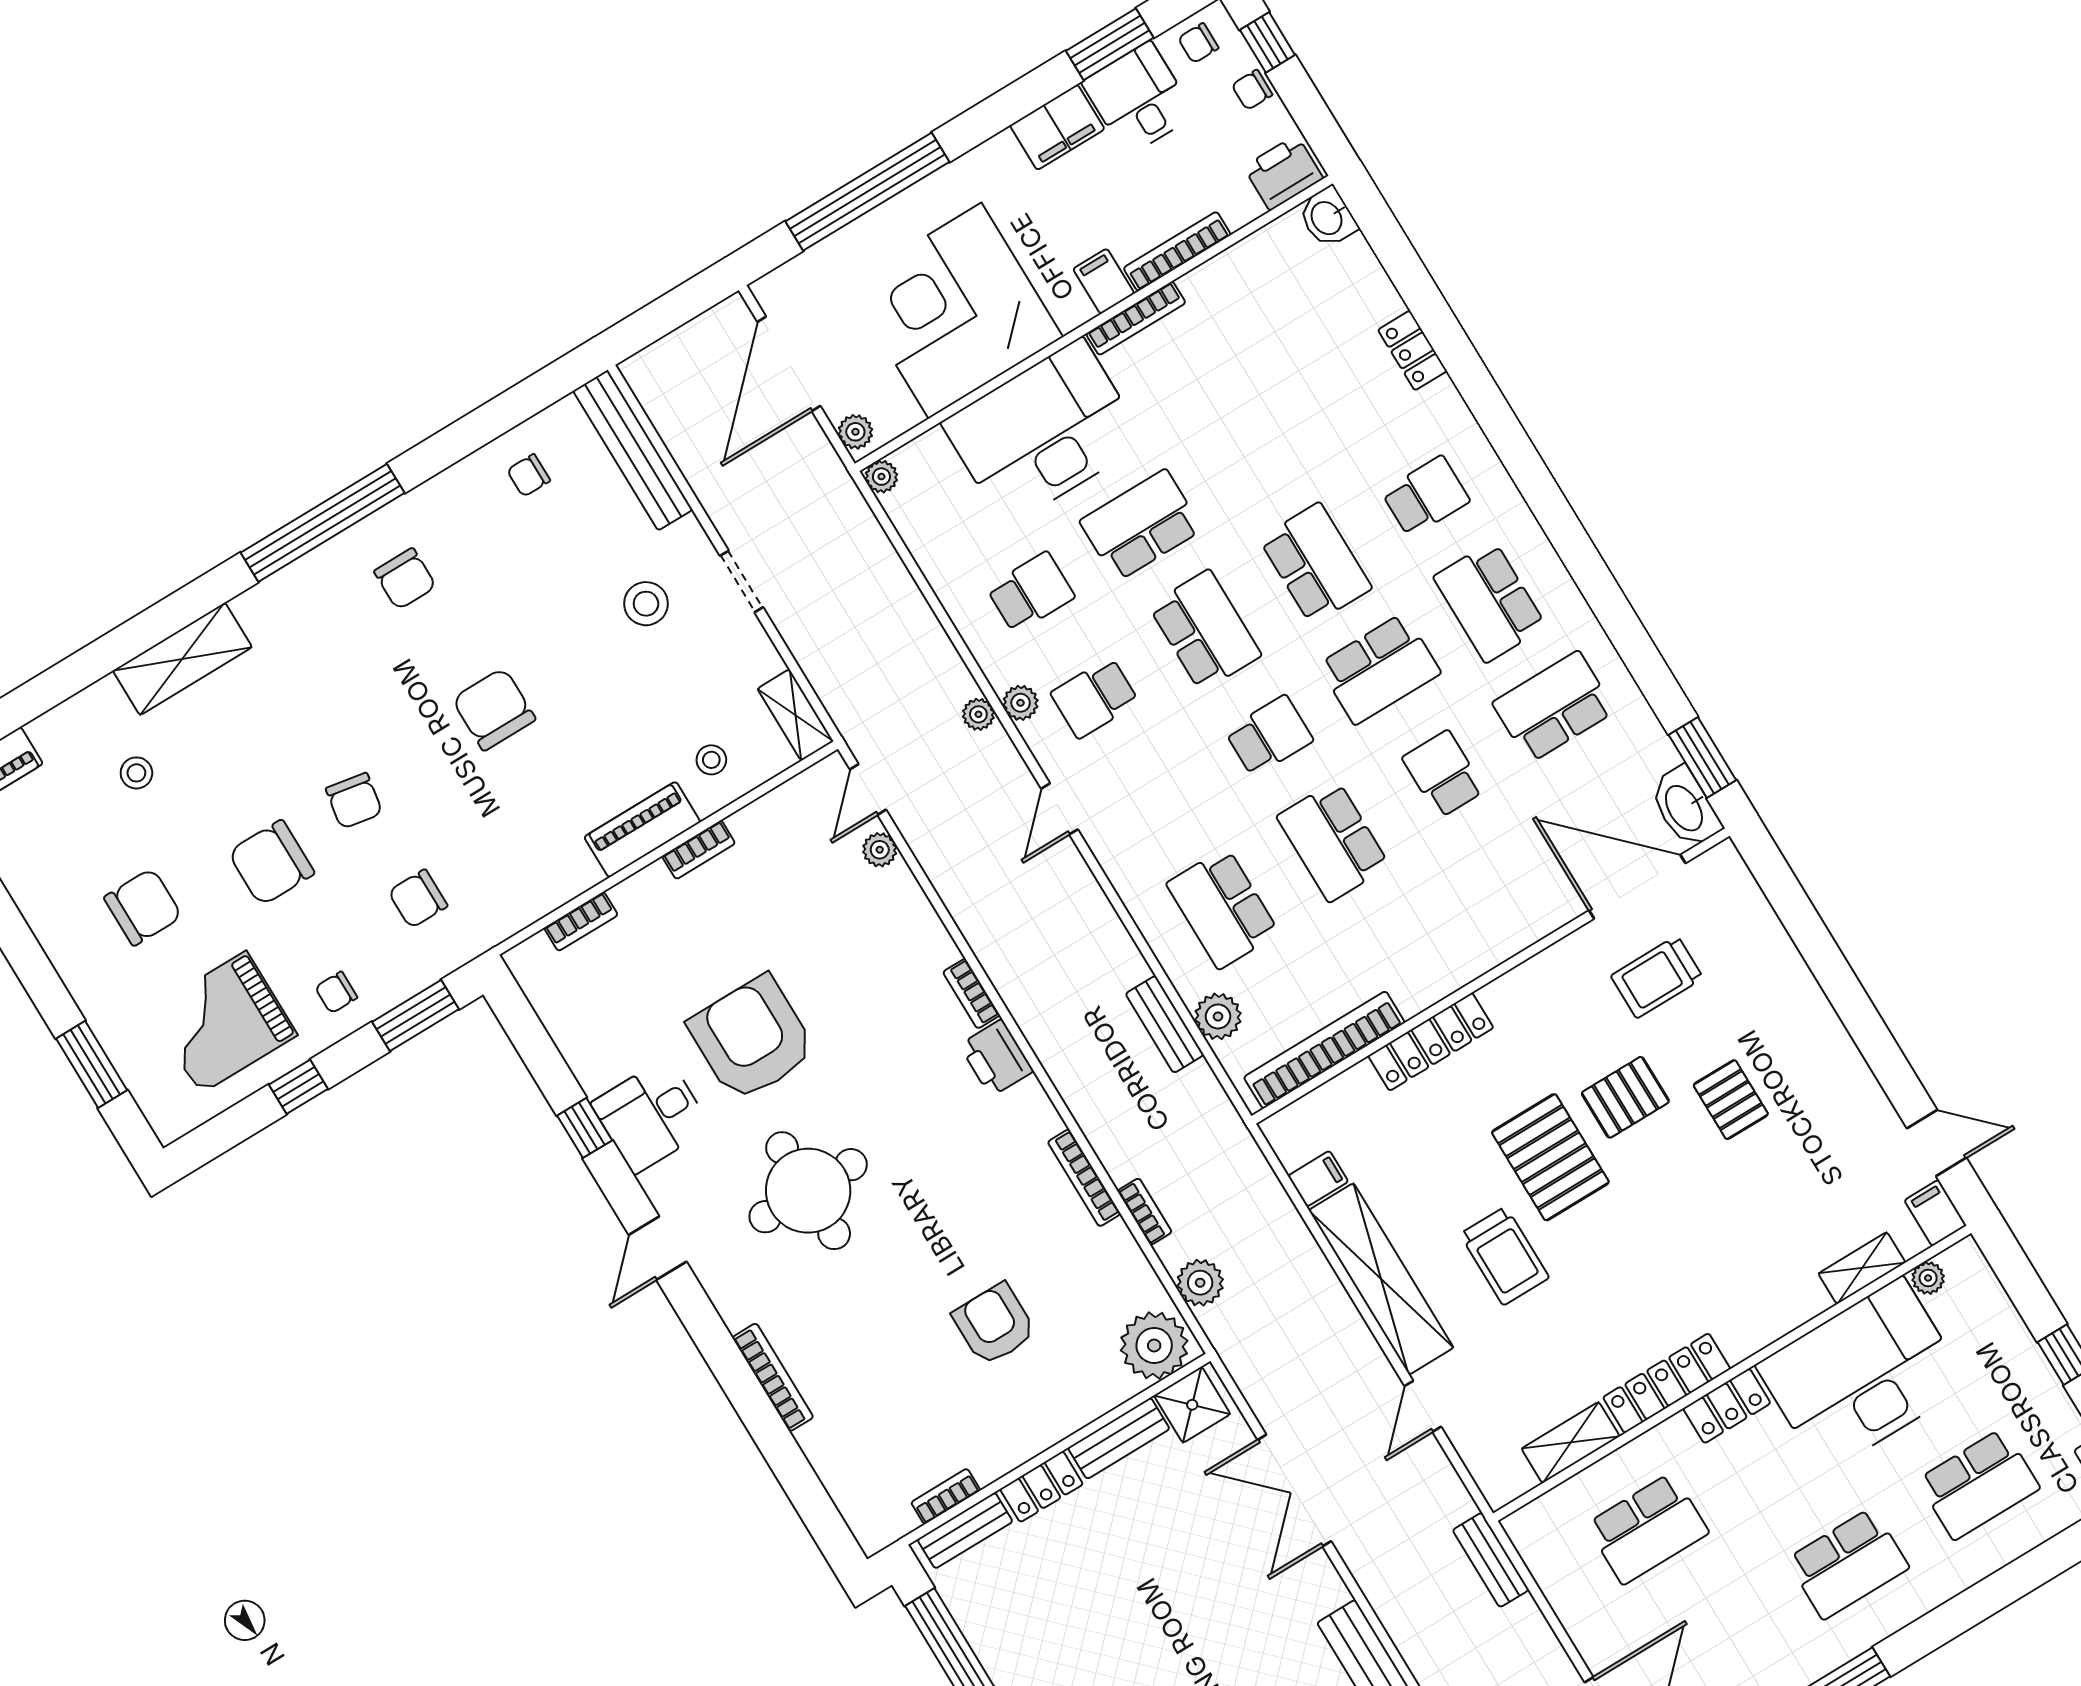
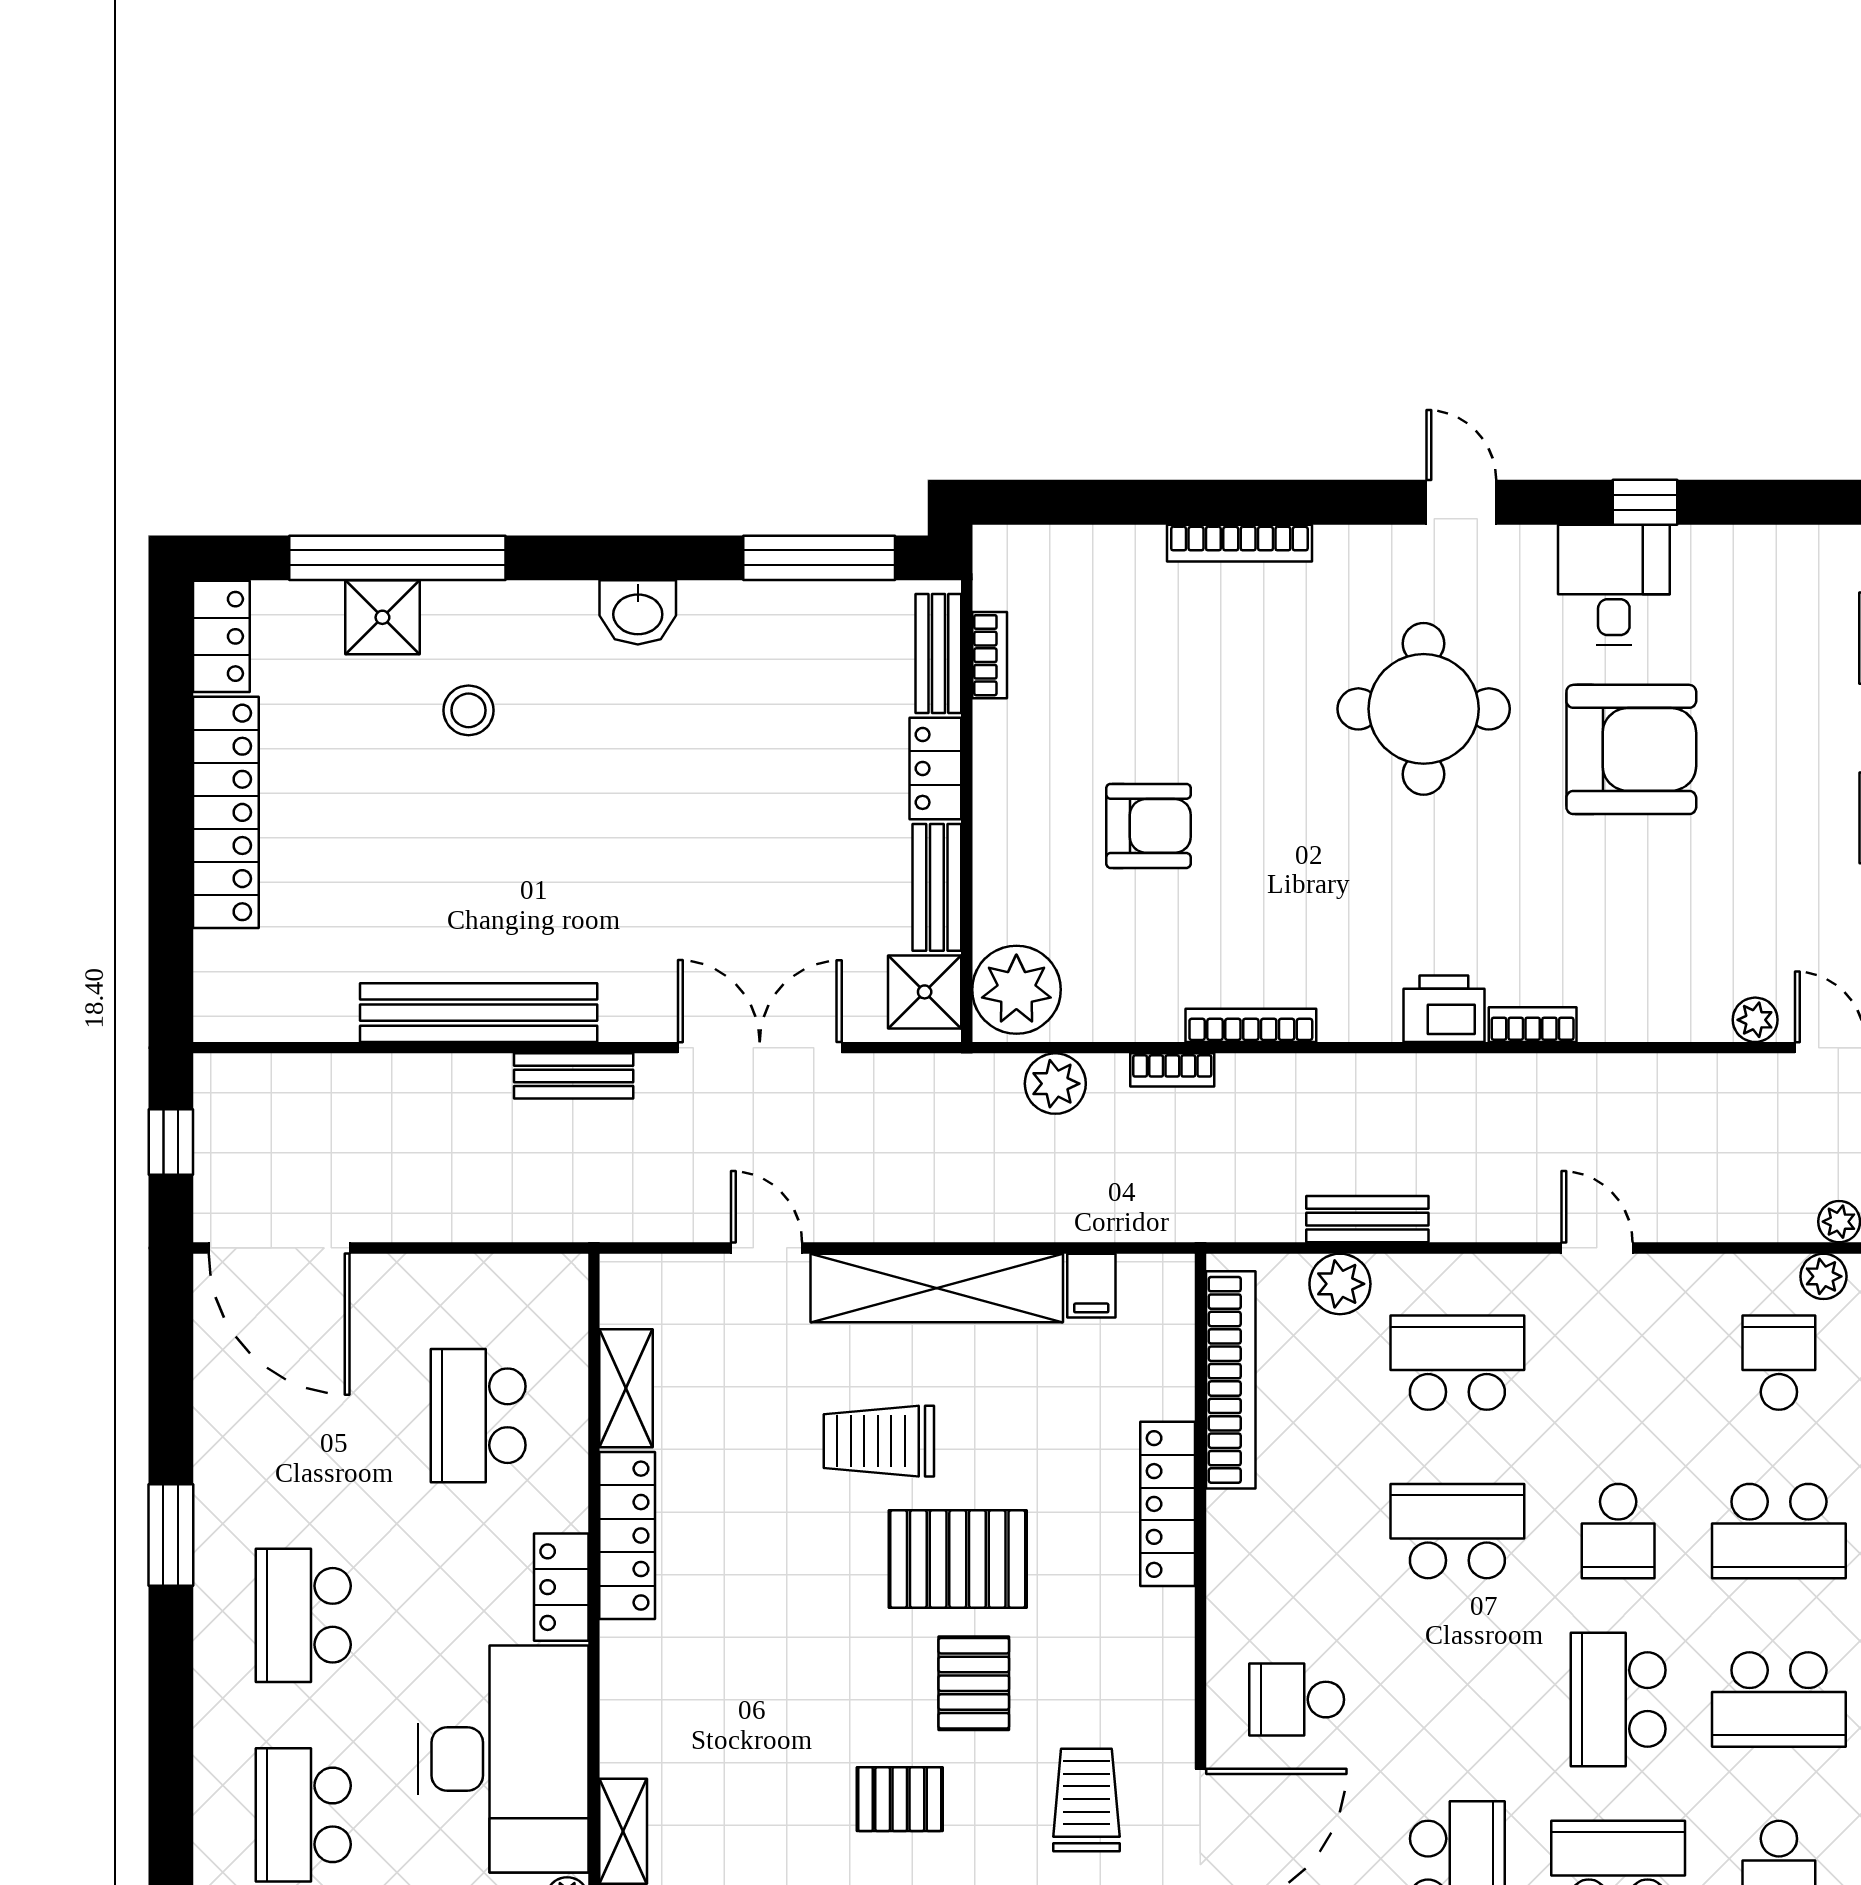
school desk: (1443, 774) -> (1297, 1700), moved, turned 180
door: (1060, 809) -> (1597, 1248), moved
bench: (1491, 1560) -> (574, 1076), moved

